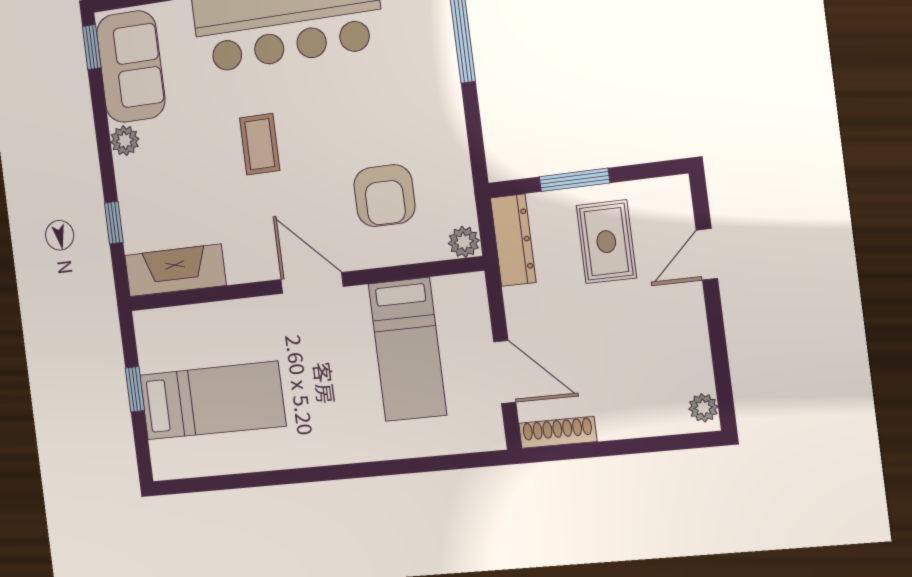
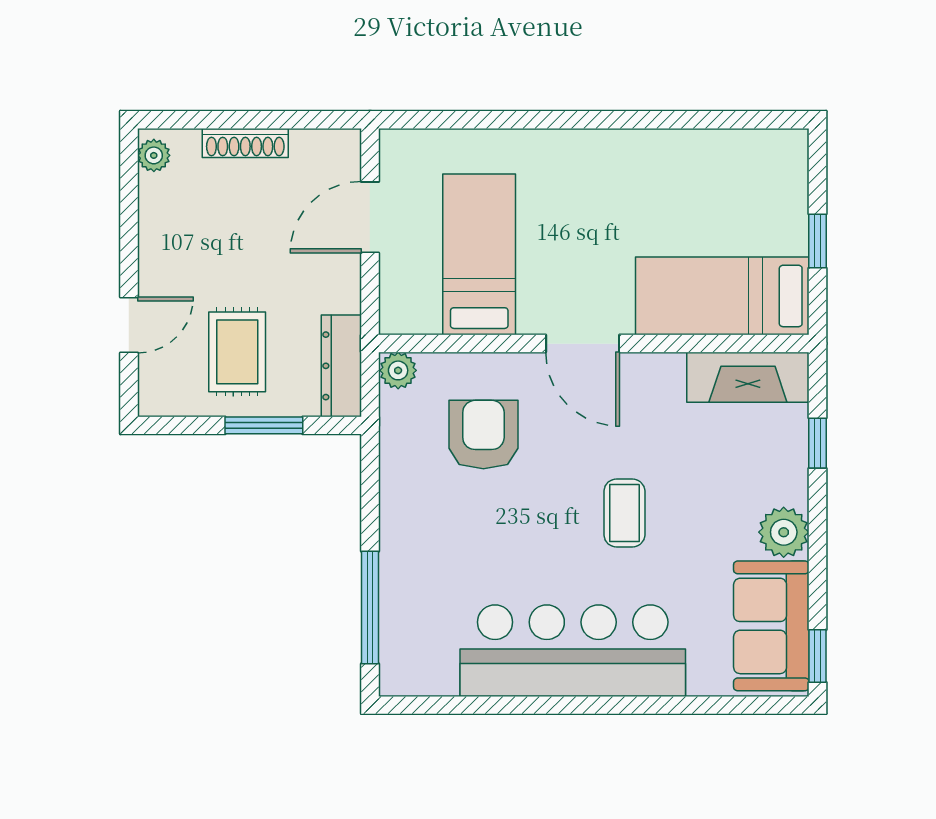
plant: (125, 141) -> (784, 532), width x1.38, depth x1.38
door: (505, 372) -> (370, 217), hinge flipped
bed: (212, 401) -> (722, 296), moved
shoe rack: (558, 432) -> (245, 143), moved

